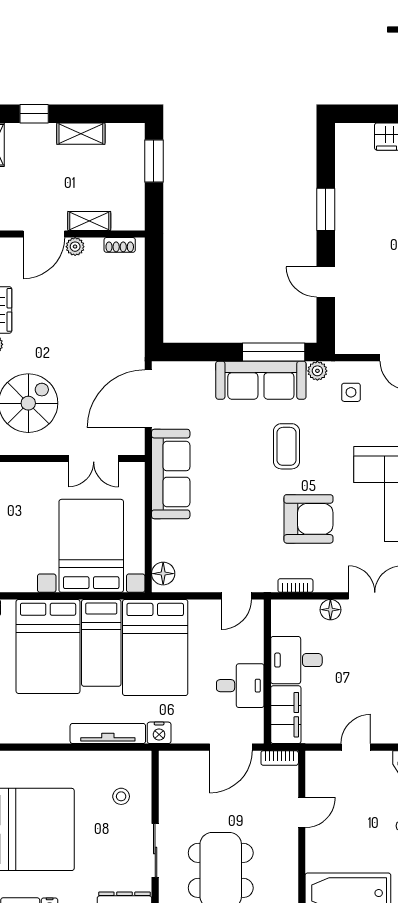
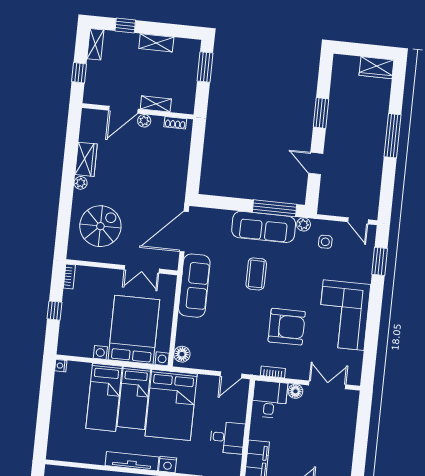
coffee table: (286, 446) -> (256, 274), moved
bed: (48, 646) -> (104, 397), width x0.67
desk: (296, 660) -> (269, 399), moved, turned 90

